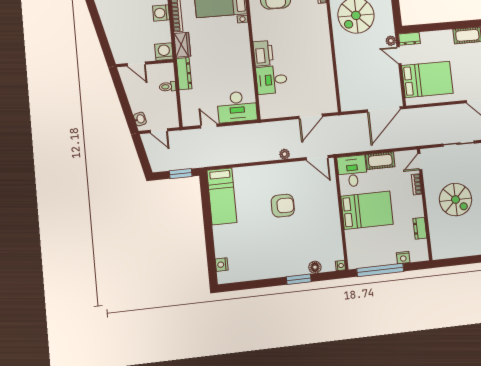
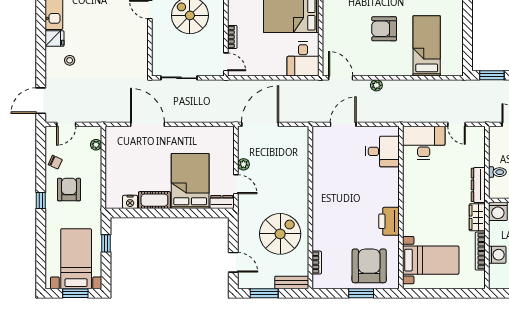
plant: (391, 41) -> (243, 164), moved
printer: (263, 53) -> (389, 221), moved
bed: (427, 79) -> (190, 181), moved, turned 90
desk: (272, 80) -> (382, 151), moved
cot: (380, 161) -> (270, 67), removed
door: (420, 162) -> (226, 62), hinge flipped
bed: (222, 196) -> (427, 46), moved

